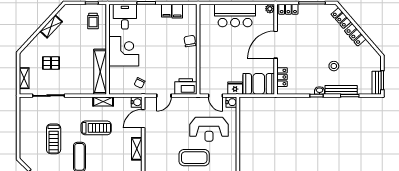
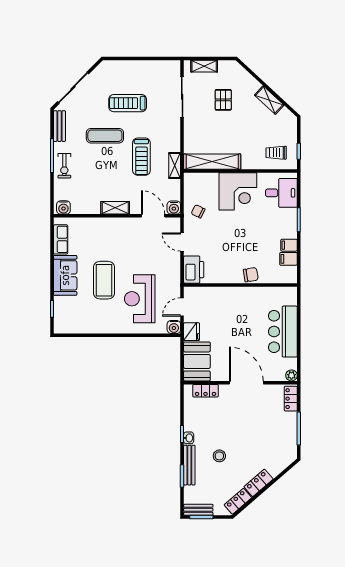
locker: (341, 18) -> (238, 501), moved

